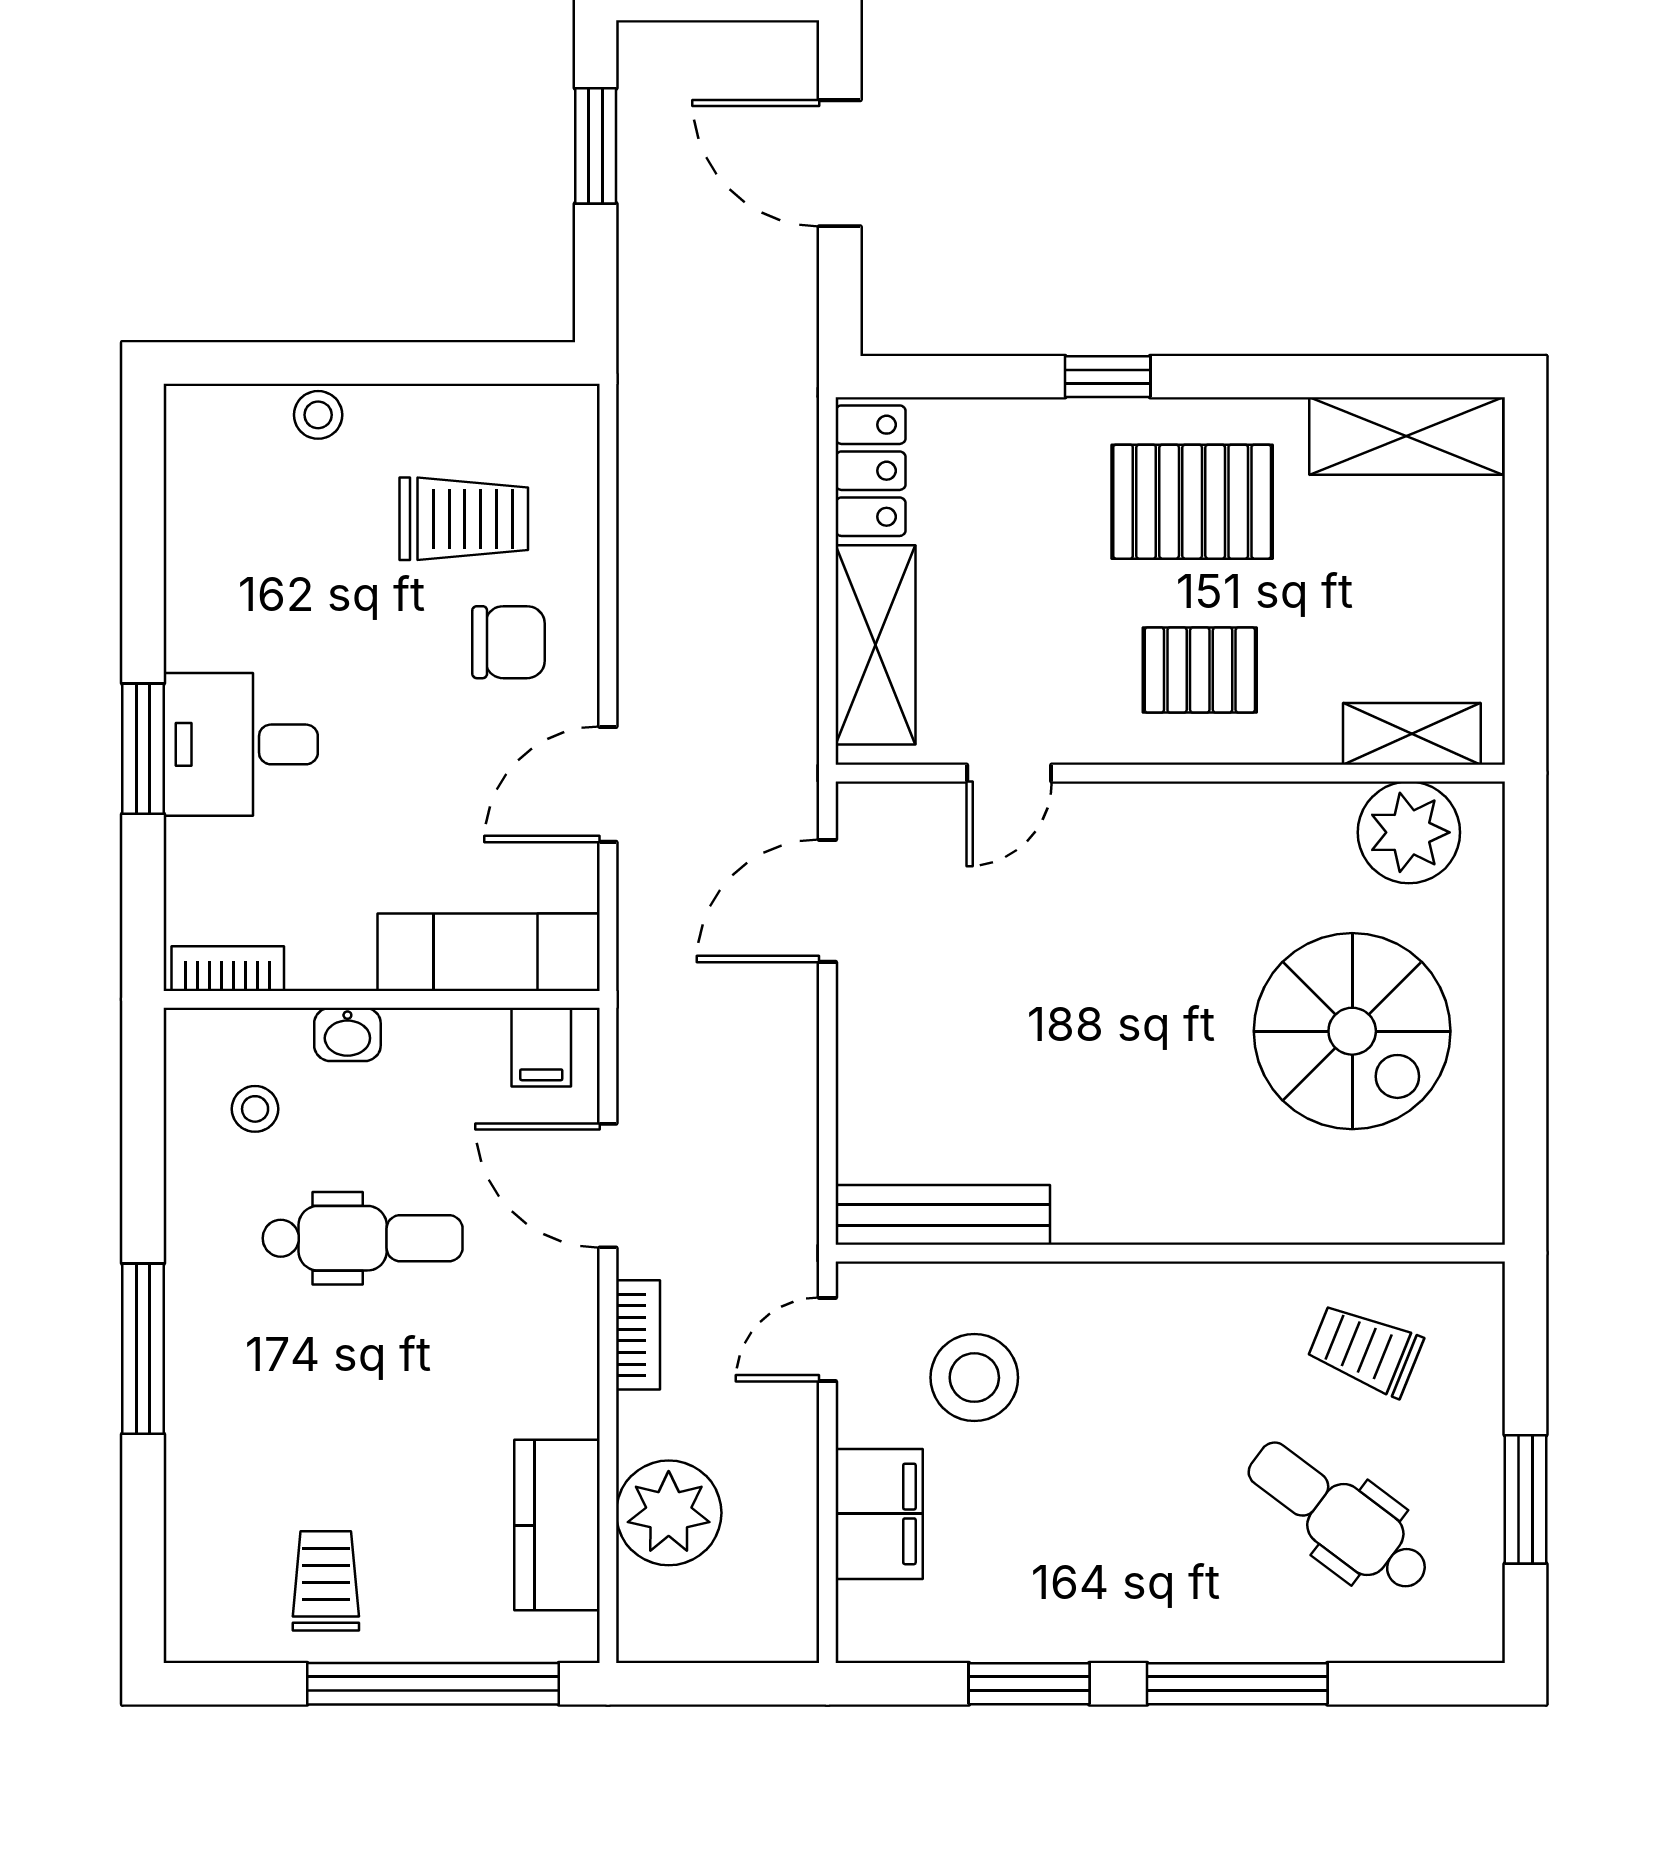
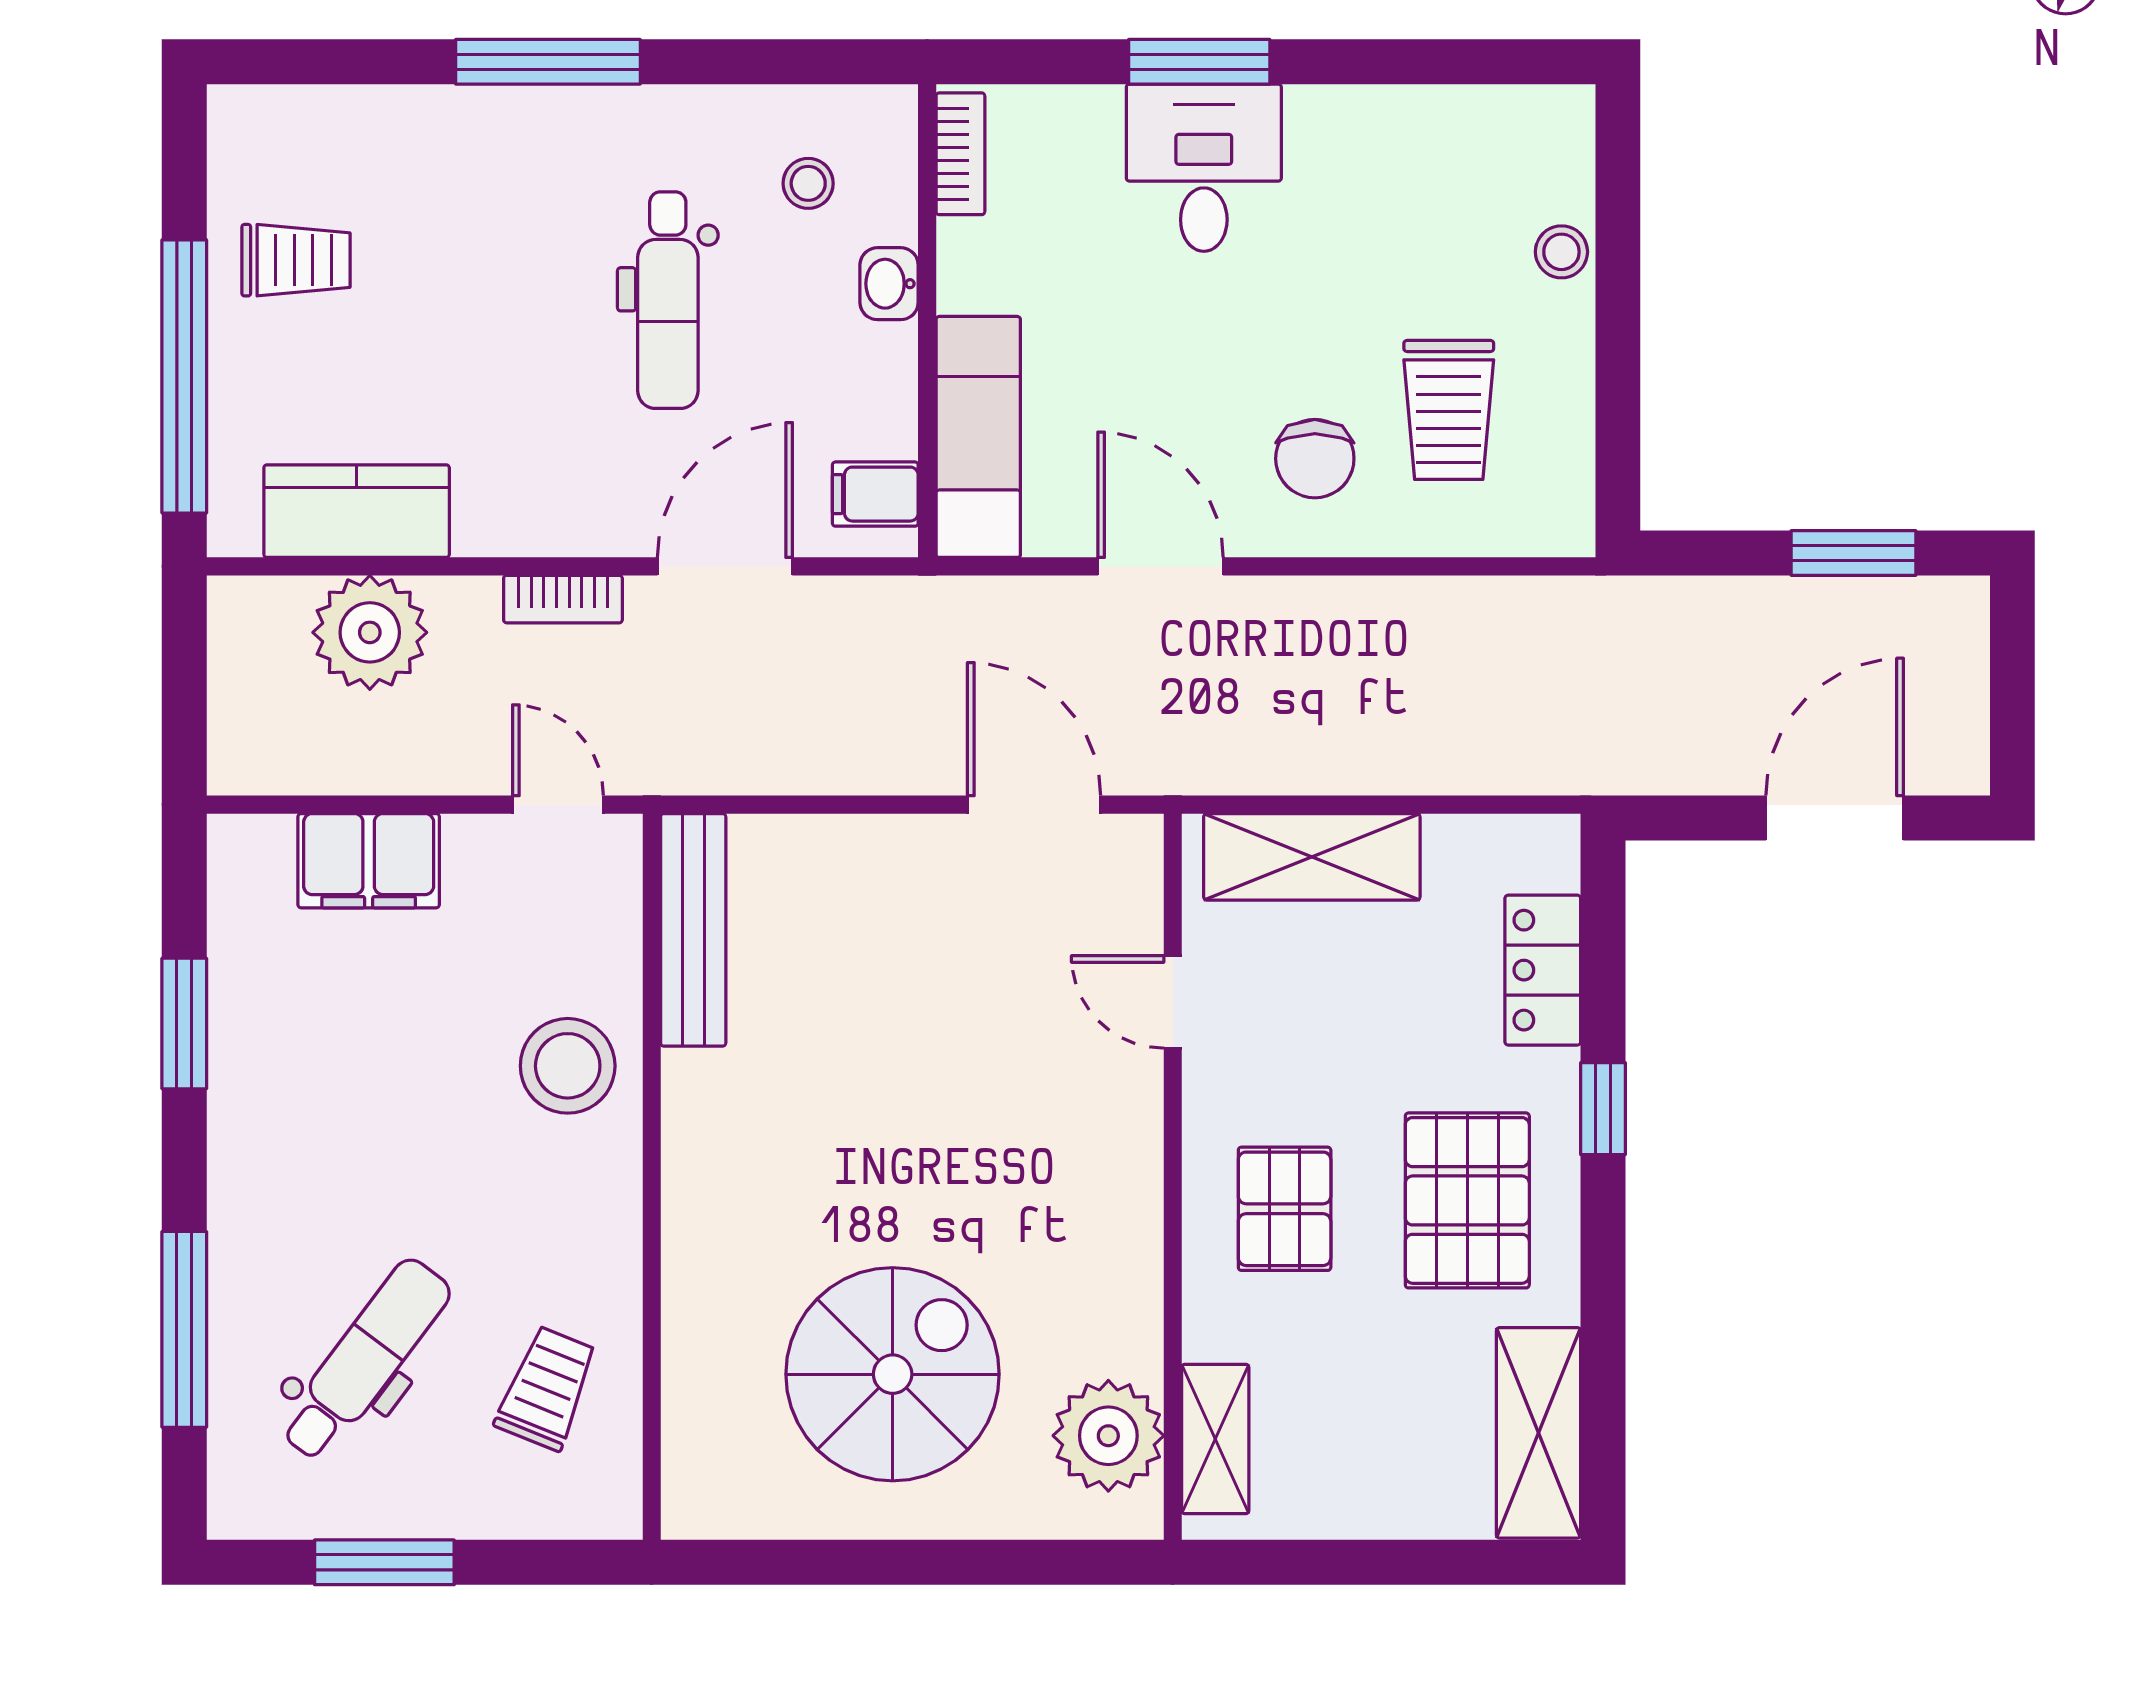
locker: (871, 471) -> (1543, 970), moved, turned 90
spiral stairs: (1352, 1031) -> (893, 1374), turned 180
stool: (974, 1378) -> (568, 1066), moved
window: (1237, 1684) -> (184, 1329), moved

